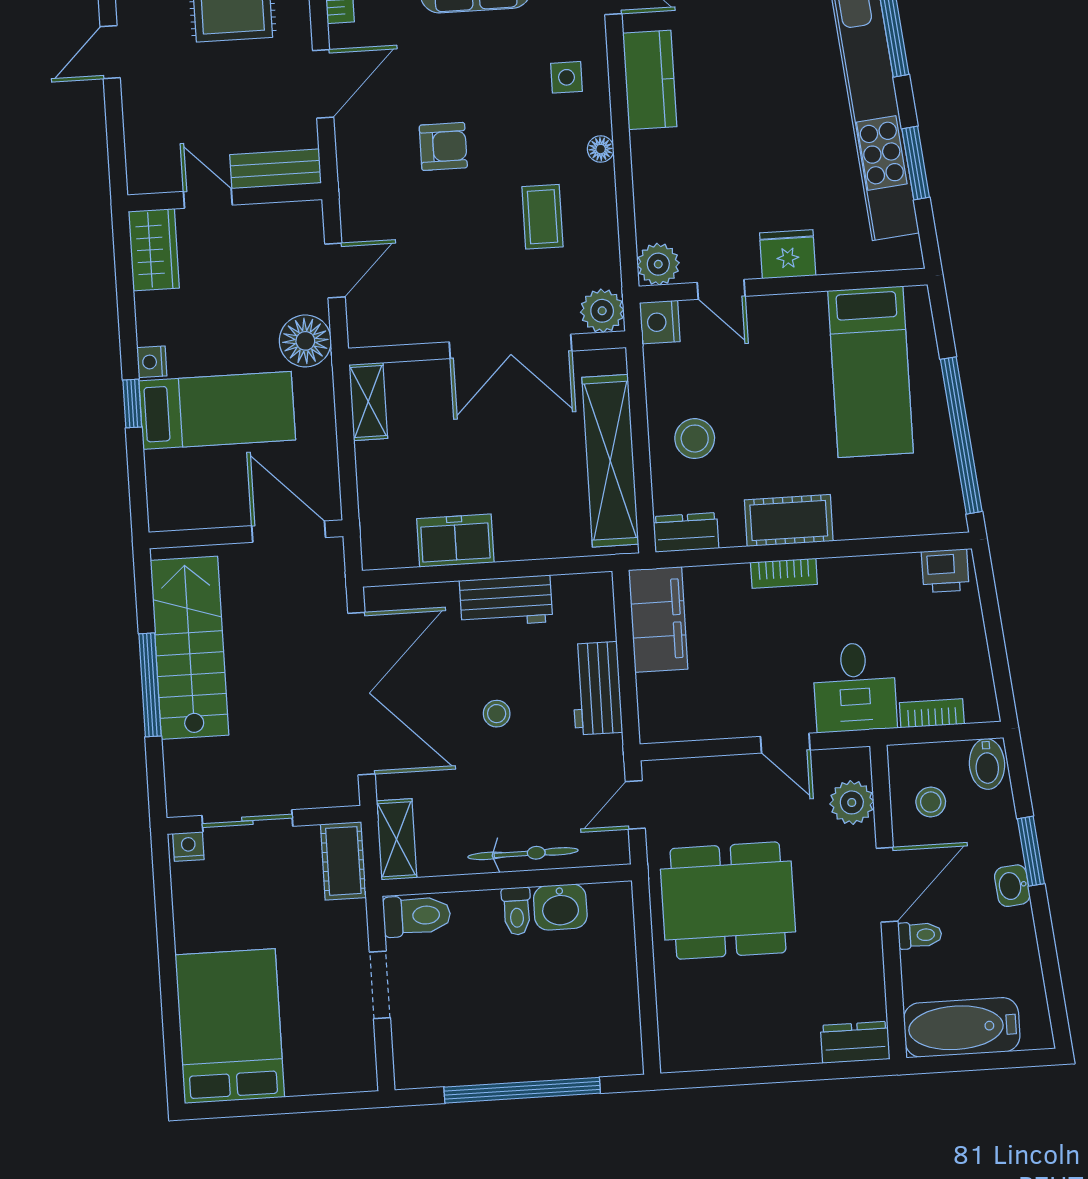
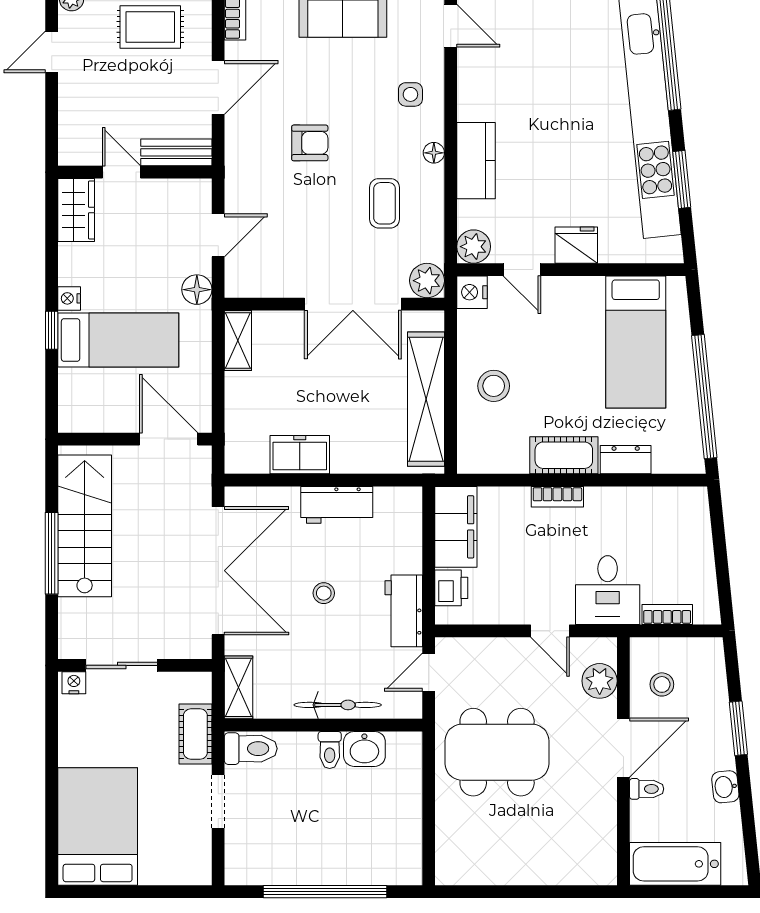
kitchen counter: (650, 80) -> (476, 161), moved
floor lamp: (305, 341) -> (197, 290), width x0.73, depth x0.73
dresser: (686, 532) -> (626, 460), moved
printer: (945, 571) -> (451, 588), moved, turned -90
workbench: (596, 688) -> (404, 611), moved
bidet: (987, 764) -> (708, 657), removed
cot: (343, 861) -> (195, 734), moved
washbasin: (1012, 886) -> (725, 787), moved
dresser: (855, 1042) -> (590, 870), removed

